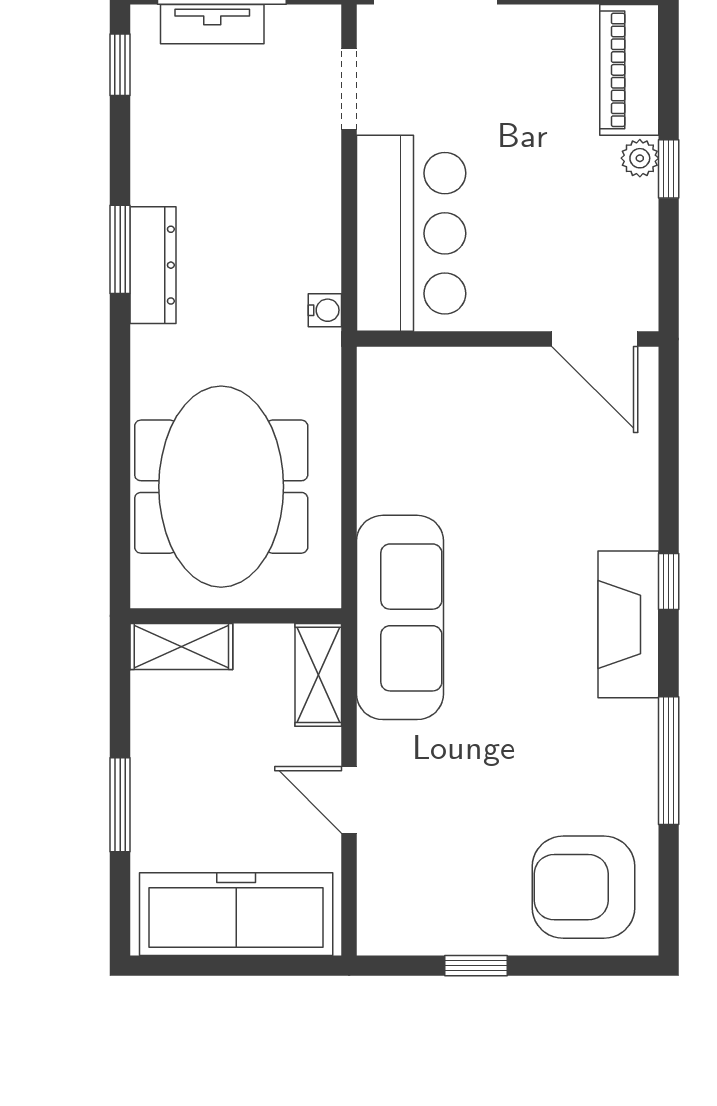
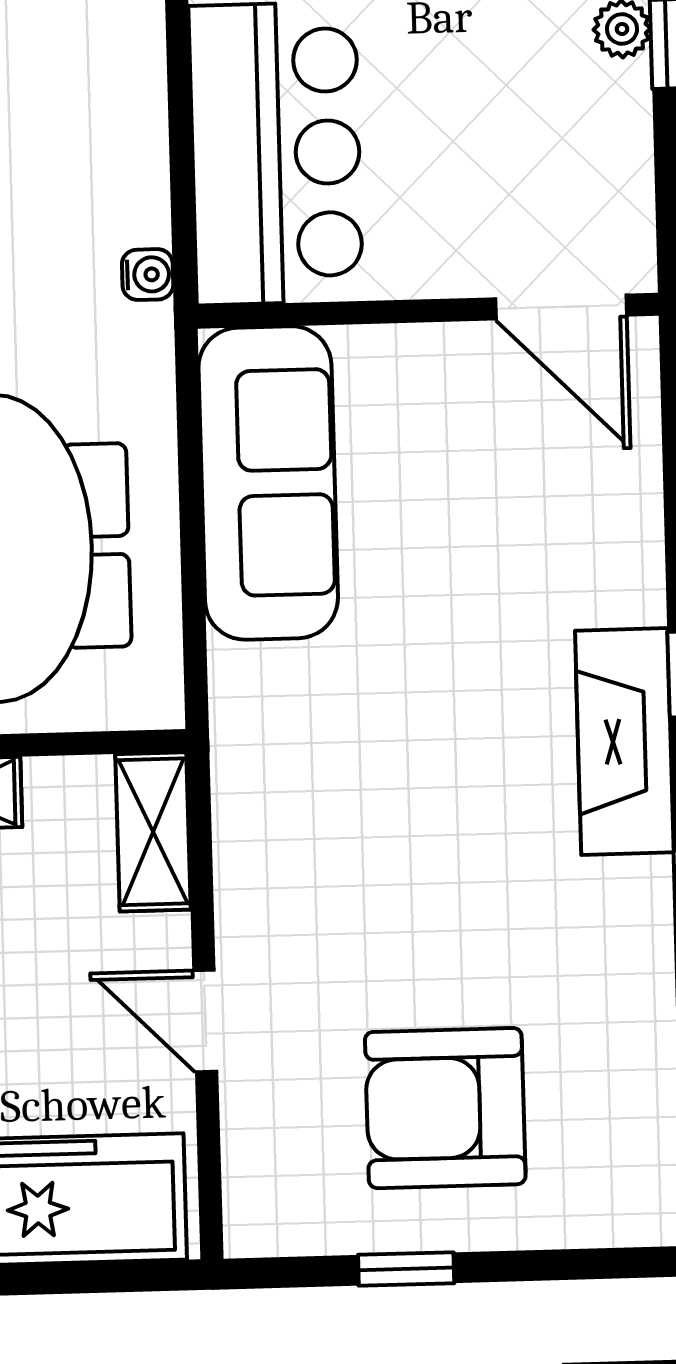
sofa: (400, 617) -> (268, 483), moved
armchair: (584, 887) -> (445, 1108), moved

